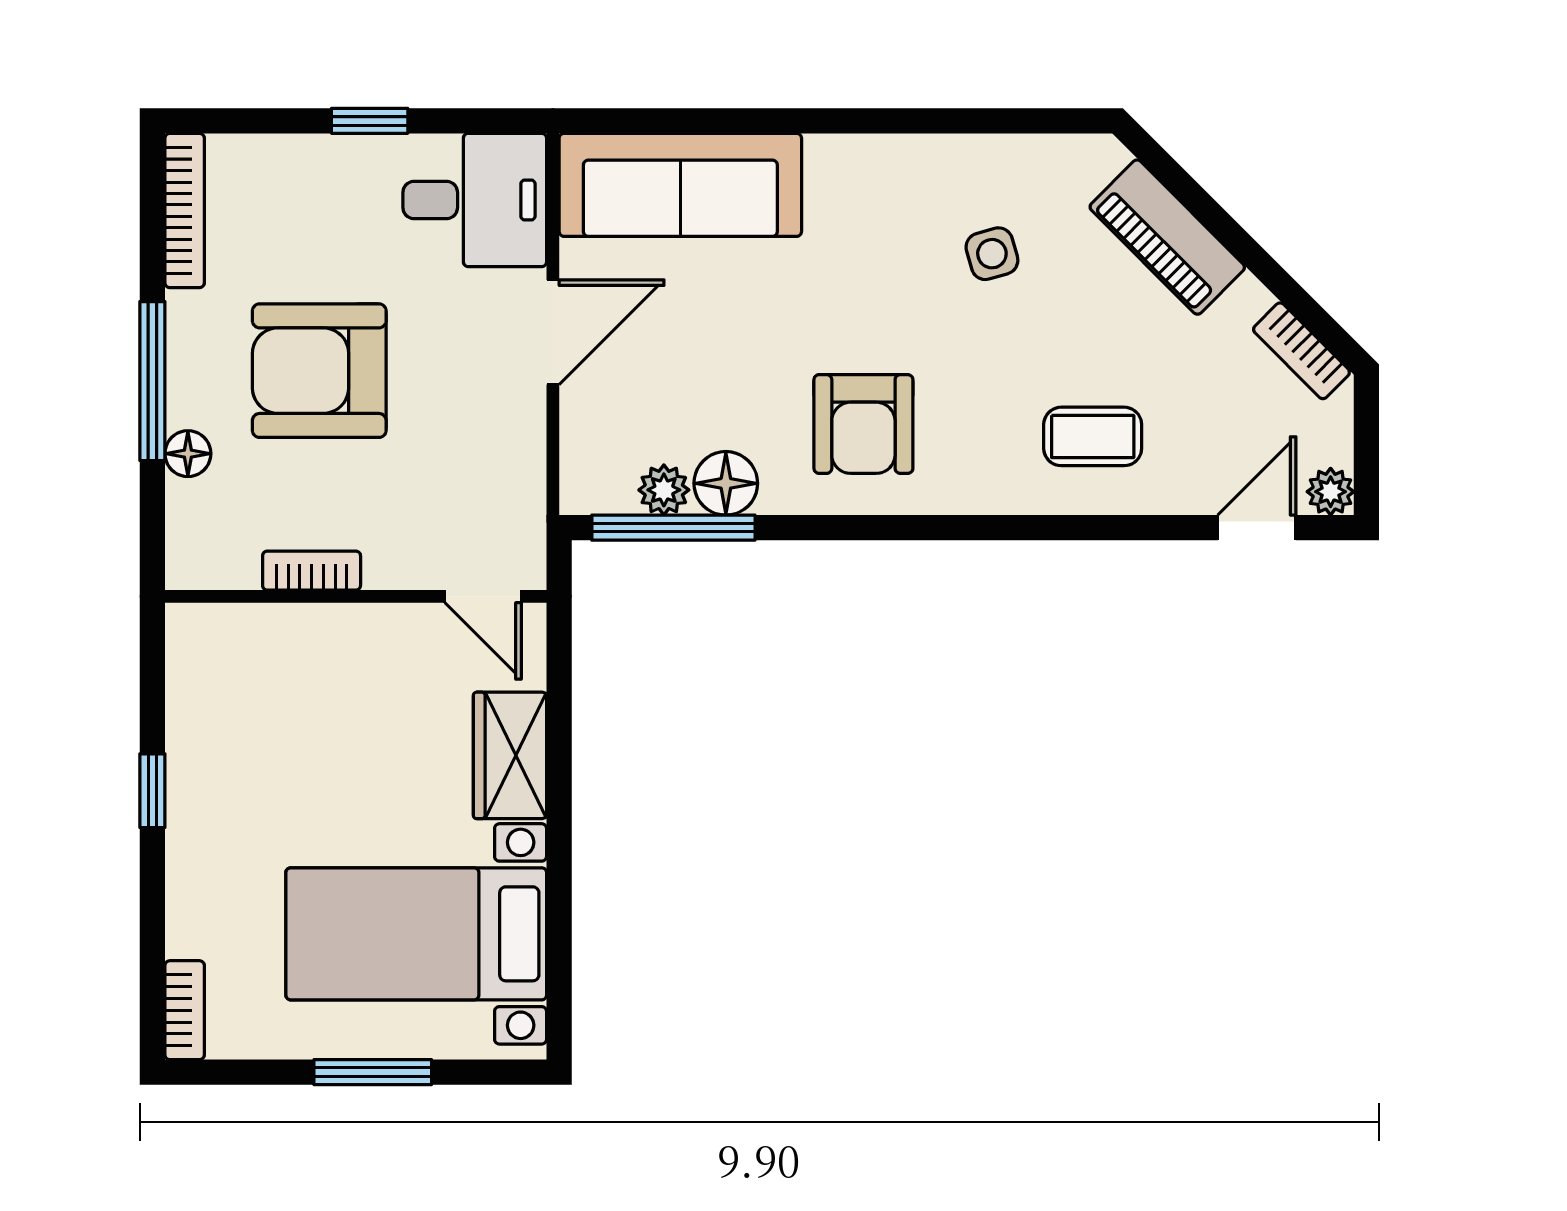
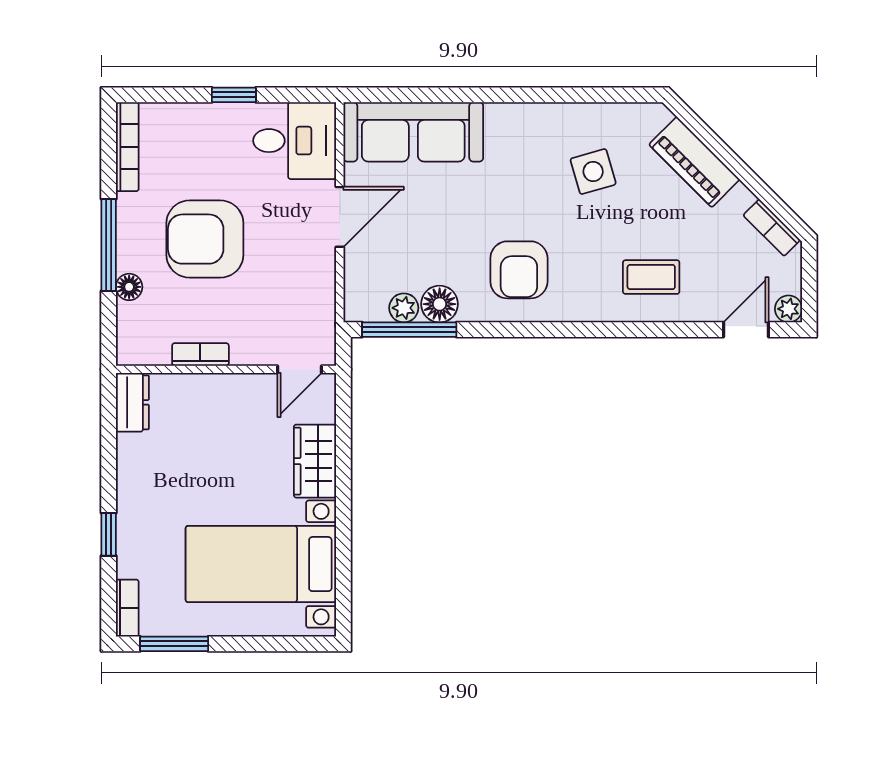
side table: (992, 254) -> (593, 172), width x1.37, depth x1.37
door: (483, 596) -> (299, 369), hinge flipped
dresser: (194, 654) -> (132, 402), added
window: (152, 791) -> (109, 534), moved
window: (373, 1072) -> (174, 644), moved

